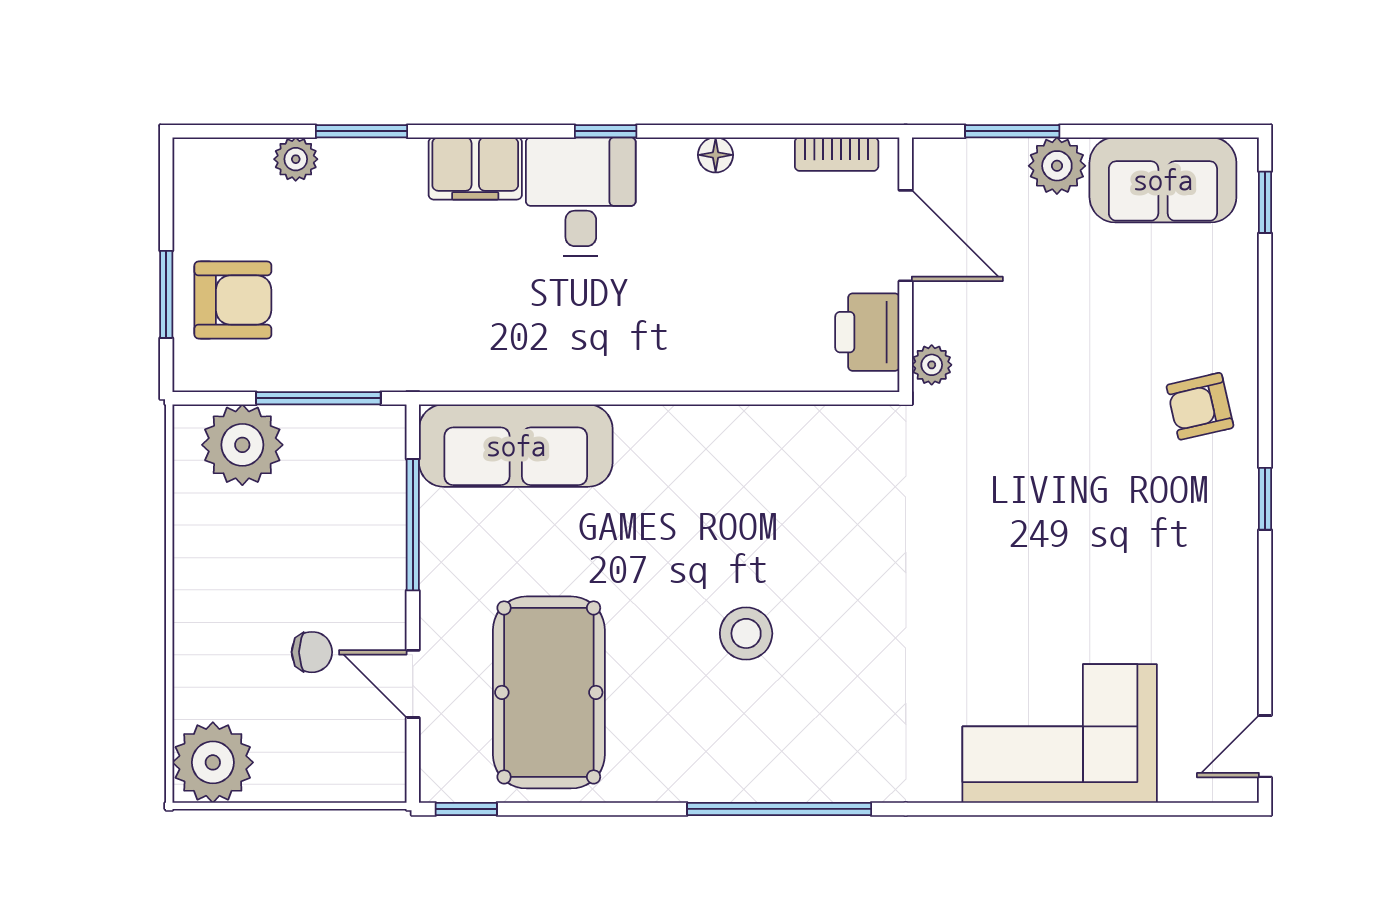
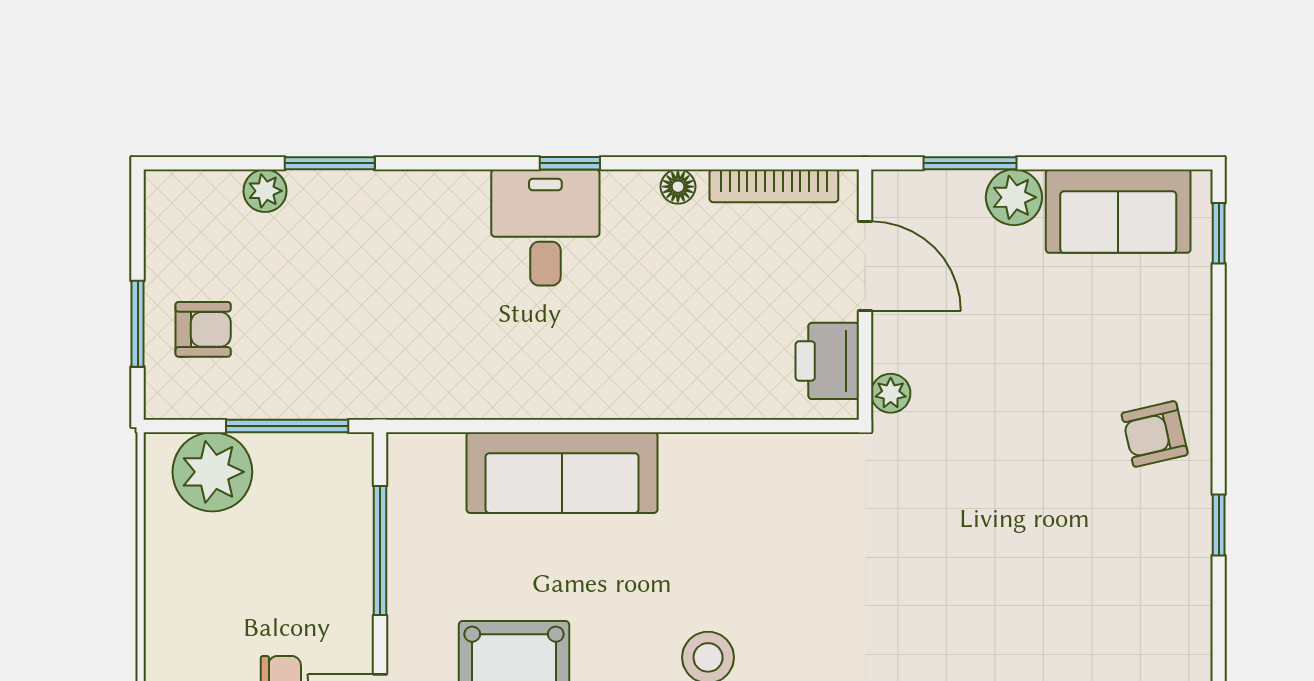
bookcase: (837, 154) -> (774, 186), width x1.56
filing cabinet: (475, 168) -> (442, 200), removed
armchair: (233, 300) -> (203, 329), width x0.72, depth x0.72
sofa: (516, 446) -> (562, 473), moved

